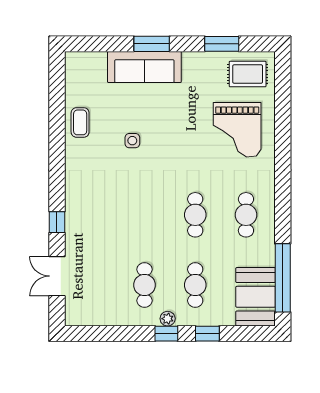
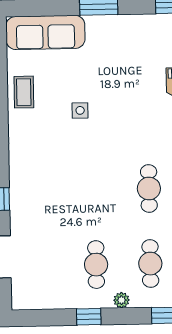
sofa: (144, 67) -> (45, 32), moved
window: (166, 334) -> (89, 317), moved

